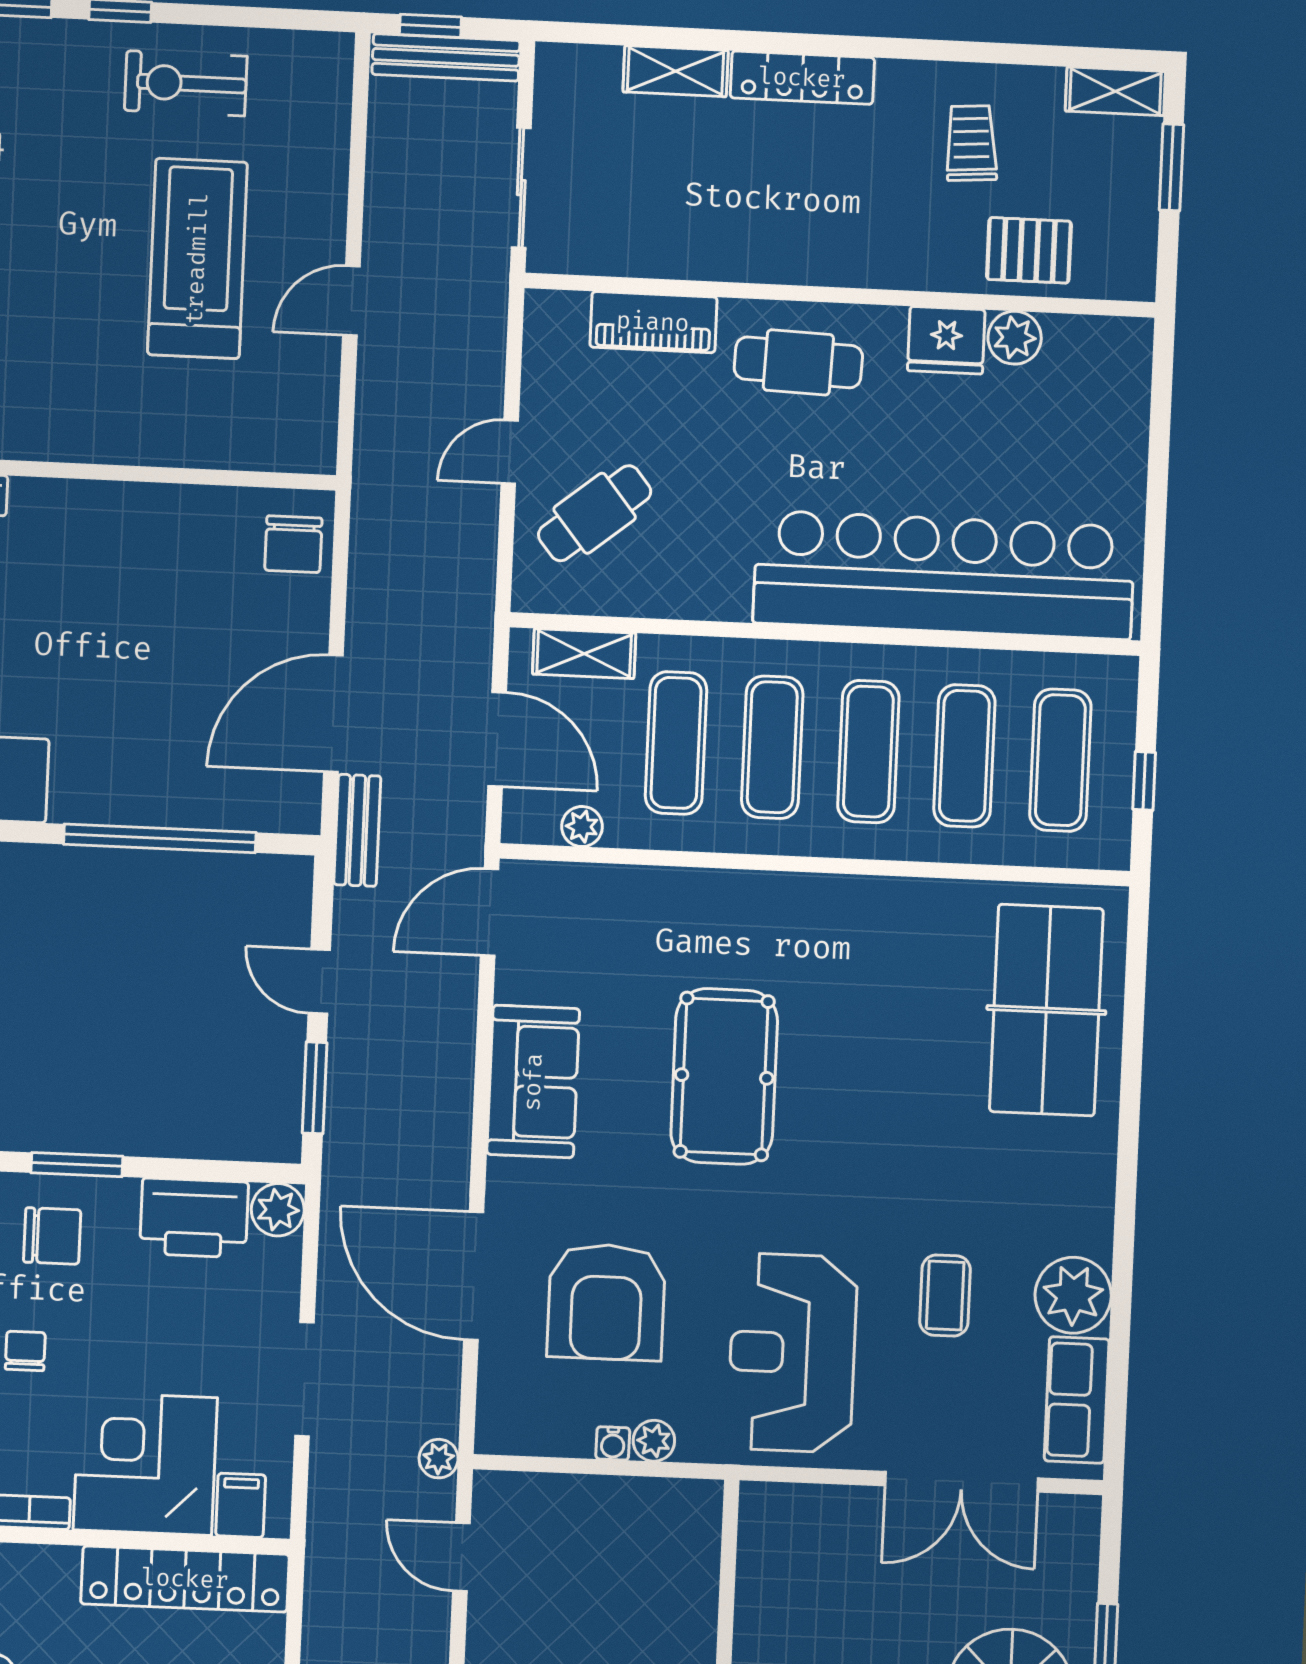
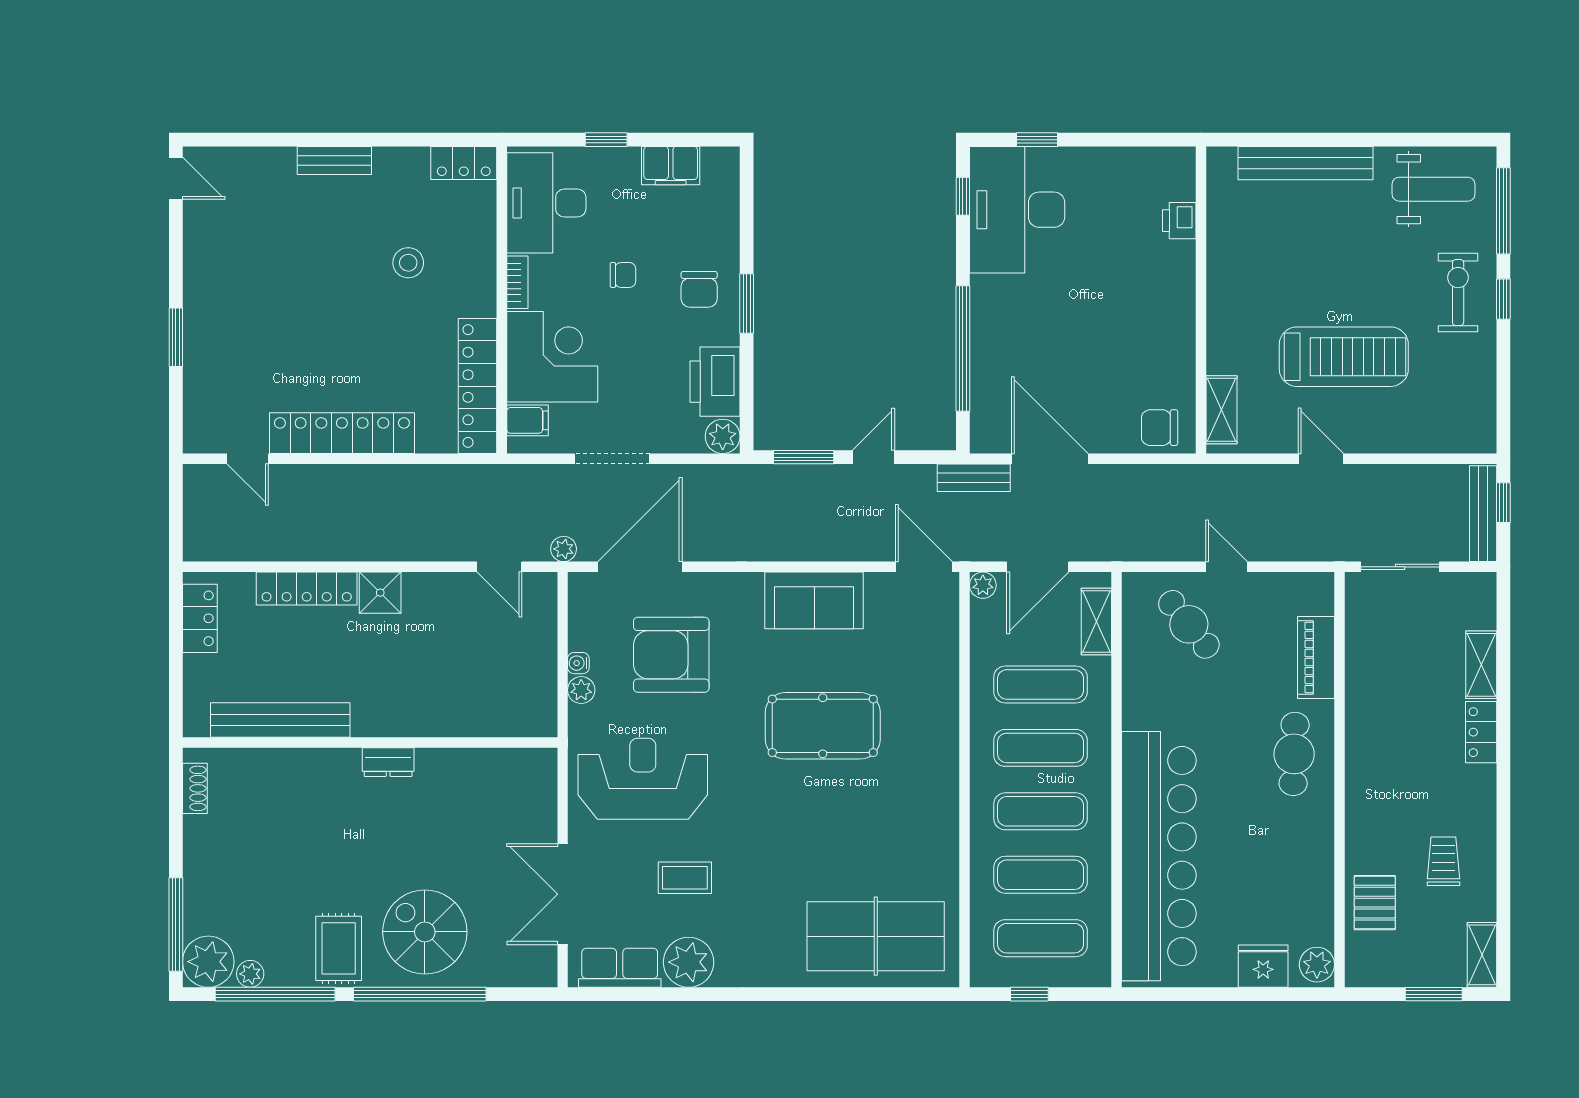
locker: (802, 78) -> (1481, 732), width x0.66
exercise bike: (186, 83) -> (1458, 292), moved
trolley: (971, 143) -> (1443, 861), turned -86
plant: (1015, 338) -> (1317, 965), moved
fridge: (946, 340) -> (1263, 966), moved, turned 90
shelving: (270, 449) -> (1221, 410), added
plant: (582, 827) -> (983, 585), moved
door: (474, 1276) -> (640, 567), moved
door: (461, 1557) -> (499, 567), swing flipped

